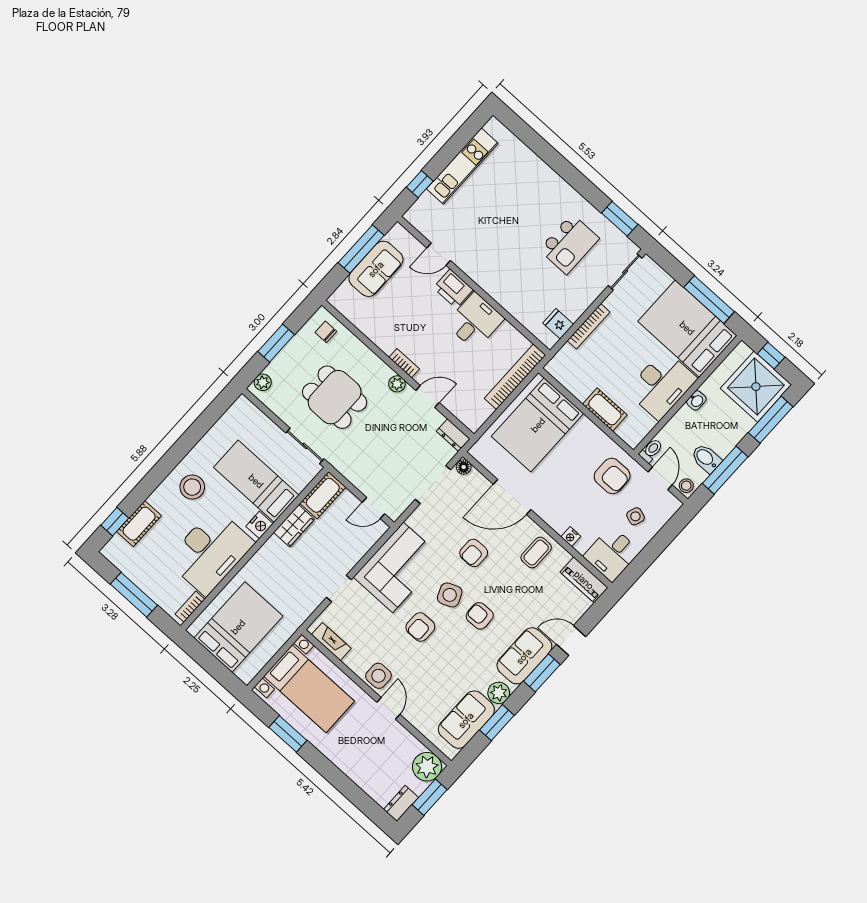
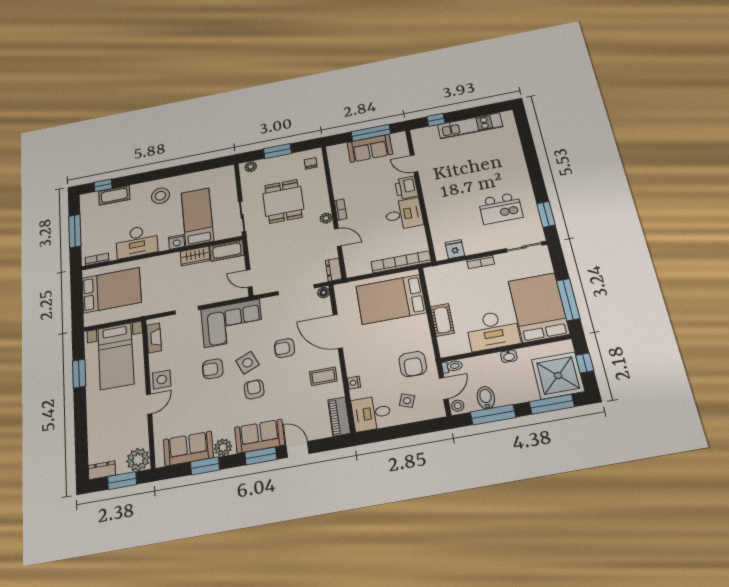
bookcase: (589, 326) -> (481, 262), width x0.64
desk: (210, 552) -> (137, 241), width x0.73, depth x0.77

